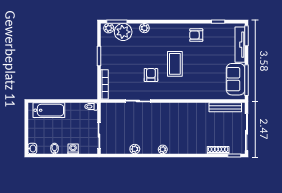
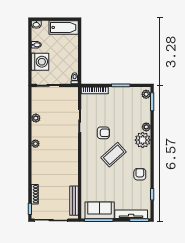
plant: (123, 32) -> (143, 140), moved
coffee table: (175, 64) -> (114, 155), turned -42
bathtub: (49, 110) -> (64, 27), moved, turned -90
washing machine: (73, 149) -> (40, 62), width x1.89, depth x1.89

